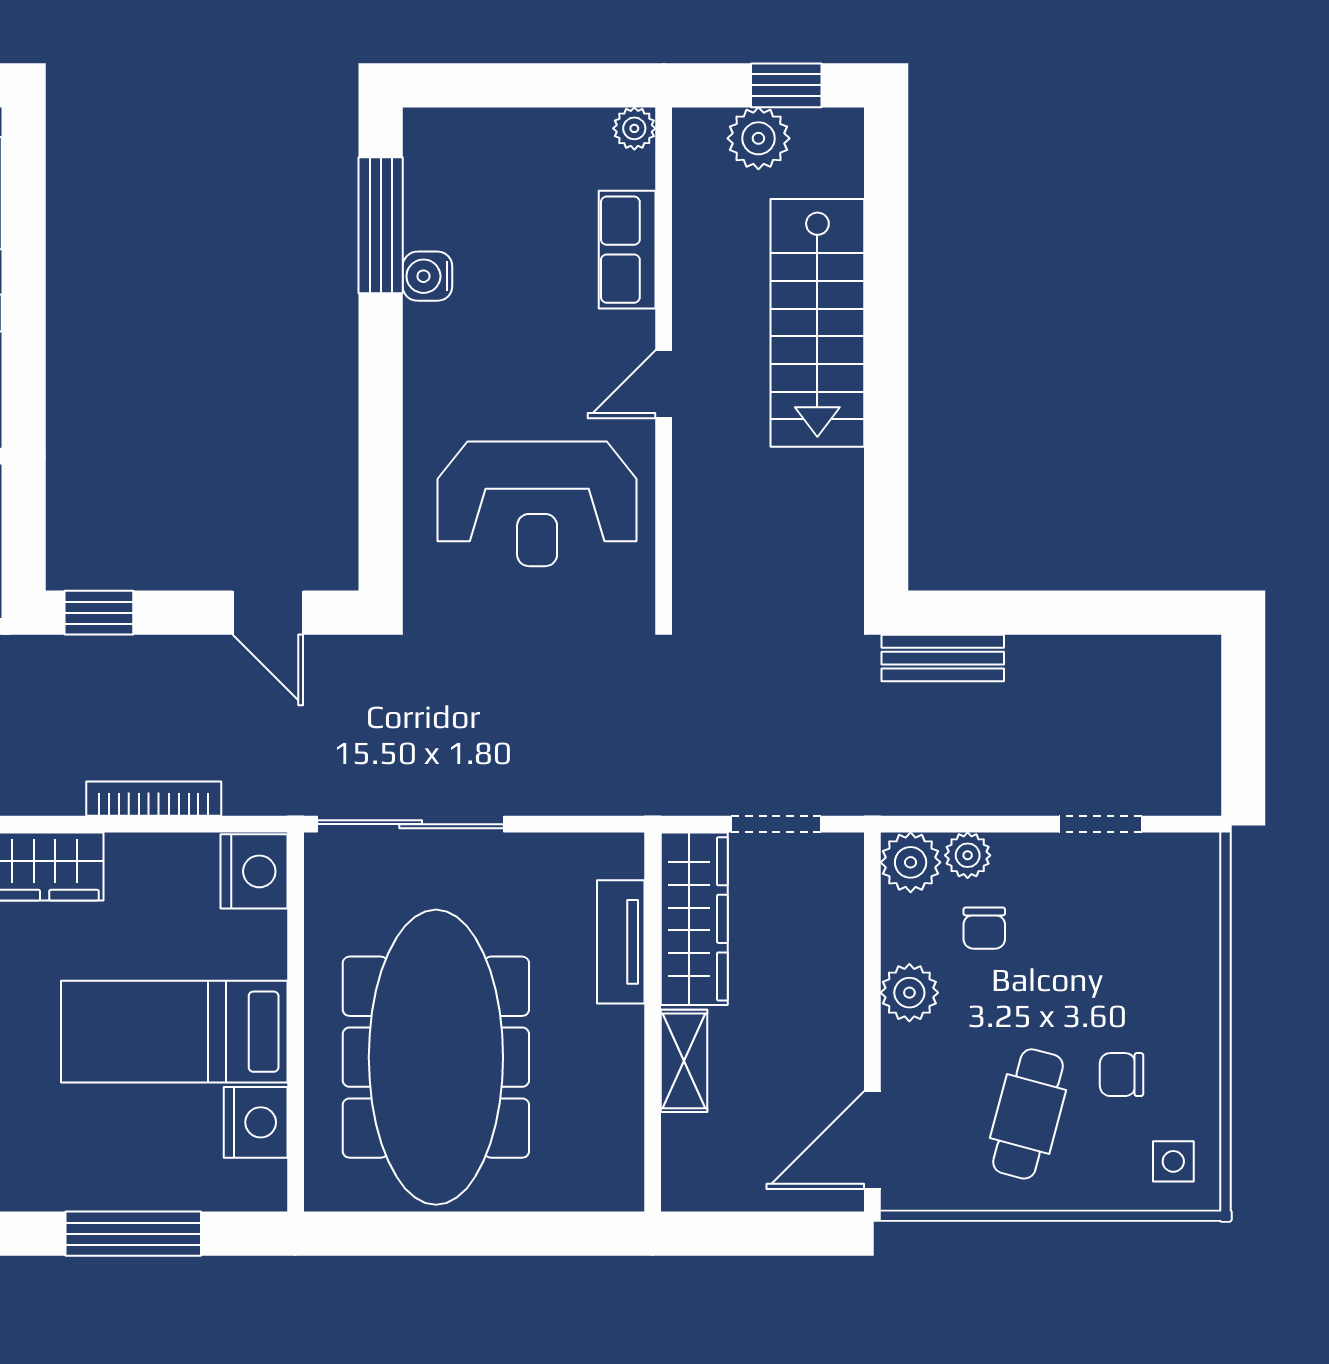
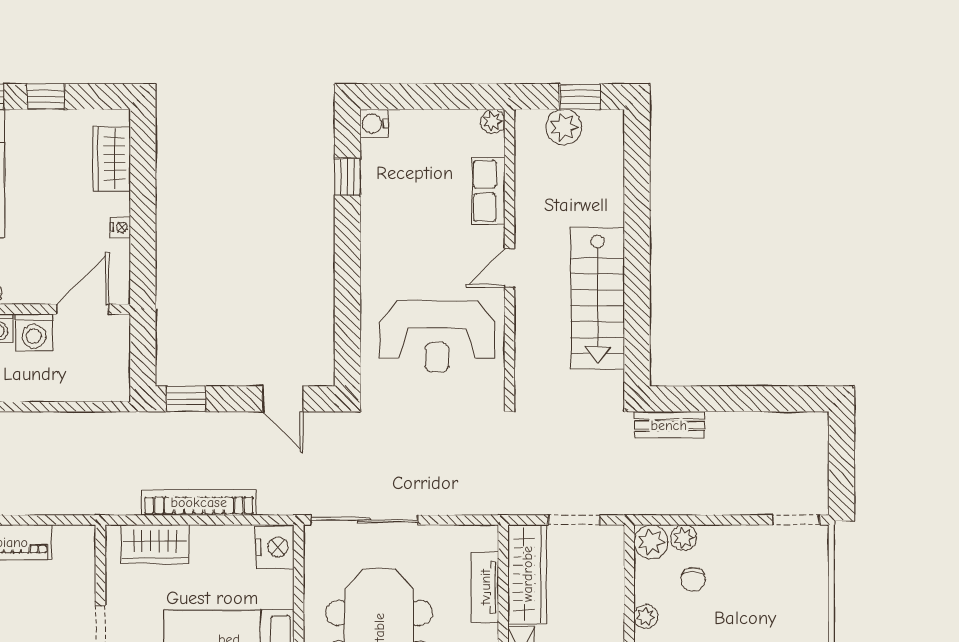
window: (381, 225) -> (347, 177), width x0.46
water cooler: (427, 276) -> (374, 123), moved
stairs: (817, 323) -> (598, 298), moved
bookcase: (154, 799) -> (199, 502), width x1.48, depth x1.31
doorway: (1100, 824) -> (796, 520), moved
plant: (909, 993) -> (646, 616), width x0.73, depth x0.73

